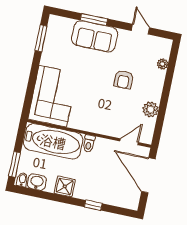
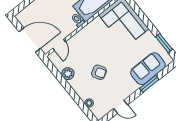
sofa: (95, 36) -> (148, 69), moved
armchair: (124, 79) -> (99, 72), turned 150

